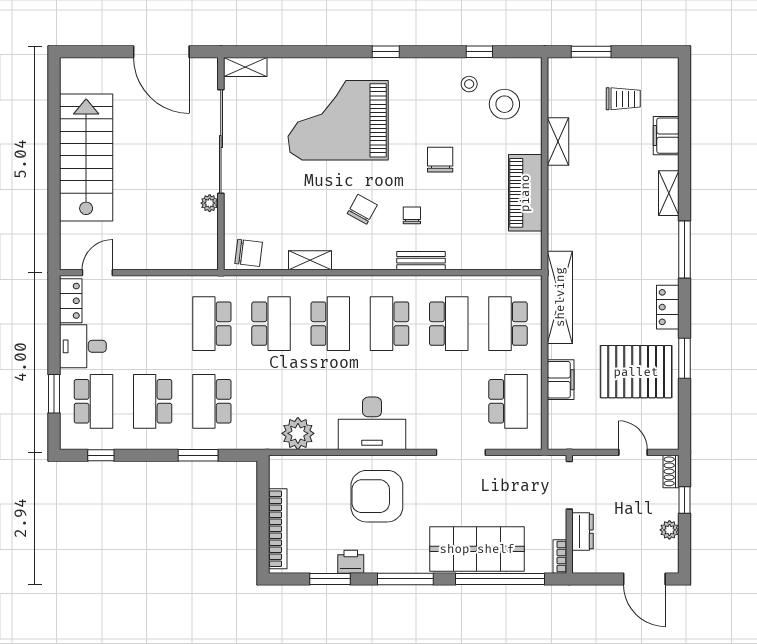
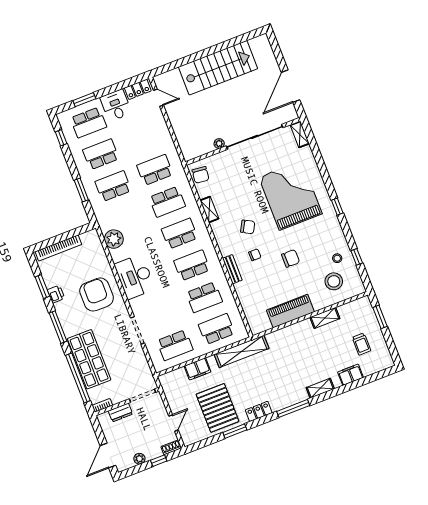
school desk: (330, 324) -> (180, 234), turned 180

